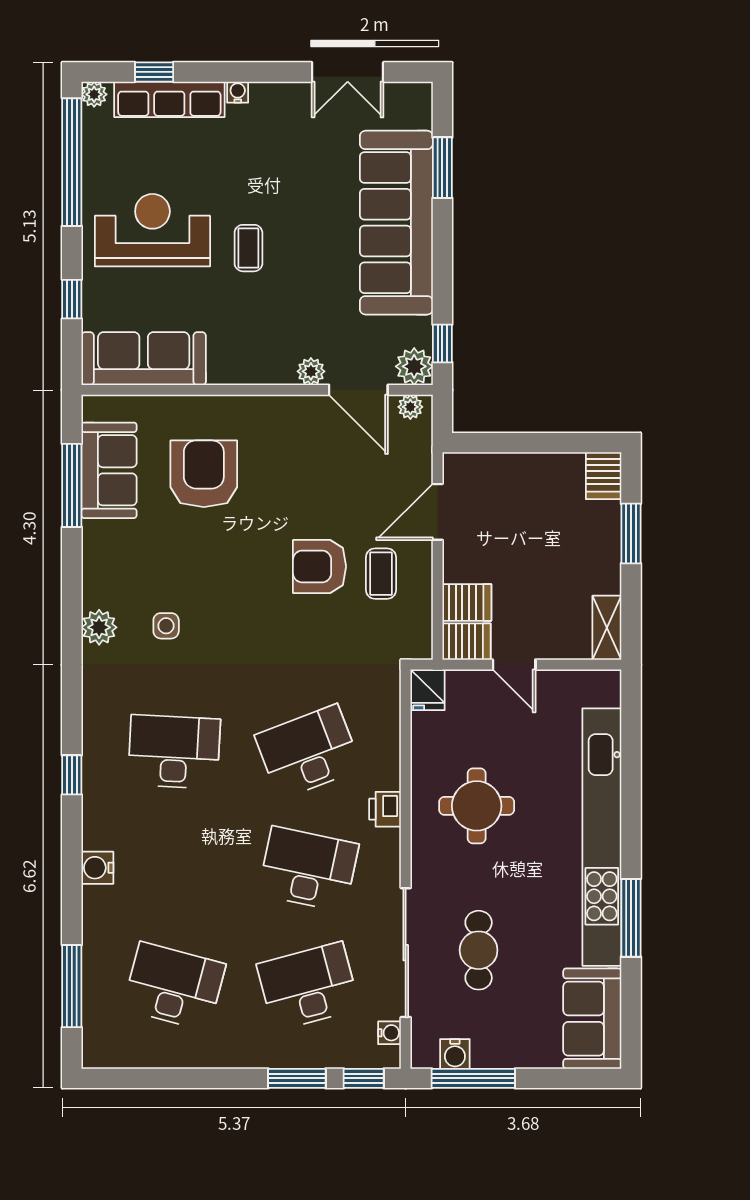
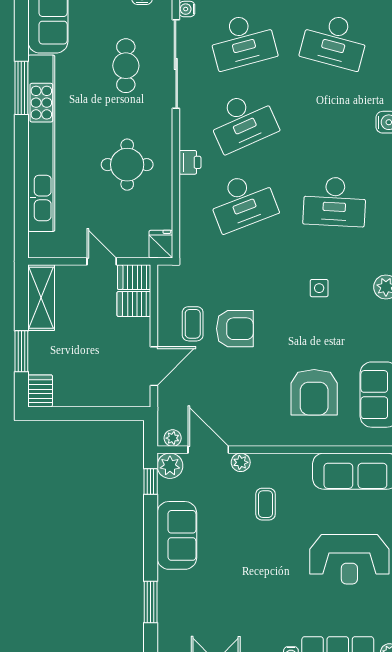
sofa: (396, 223) -> (177, 535), width x0.54, depth x0.79
coffee table: (248, 248) -> (266, 504), moved
side table: (166, 626) -> (319, 288), moved
shelving: (607, 628) -> (41, 298), width x1.50, depth x1.33
desk: (308, 869) -> (243, 121), turned -36

